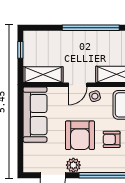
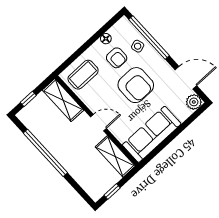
side table: (95, 96) -> (138, 46), moved
armchair: (80, 135) -> (136, 85), turned 90
plant: (73, 165) -> (194, 102), moved

